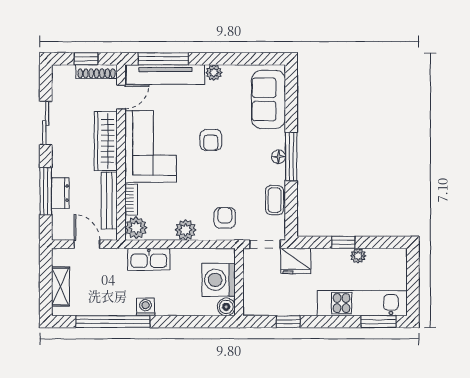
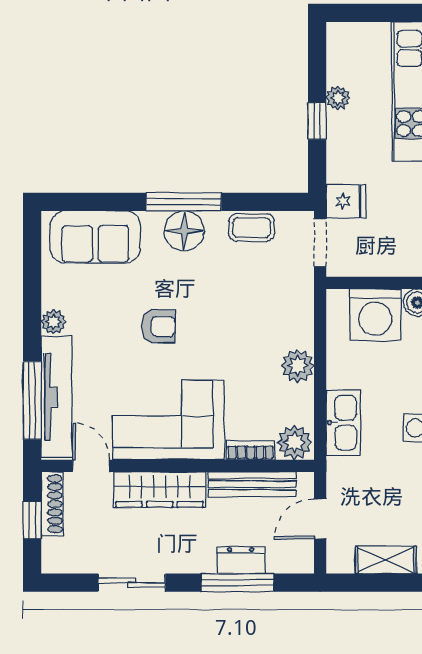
floor lamp: (278, 157) -> (184, 231), width x1.89, depth x1.89
armchair: (225, 218) -> (279, 305), removed
fridge: (296, 261) -> (346, 201), width x0.72

